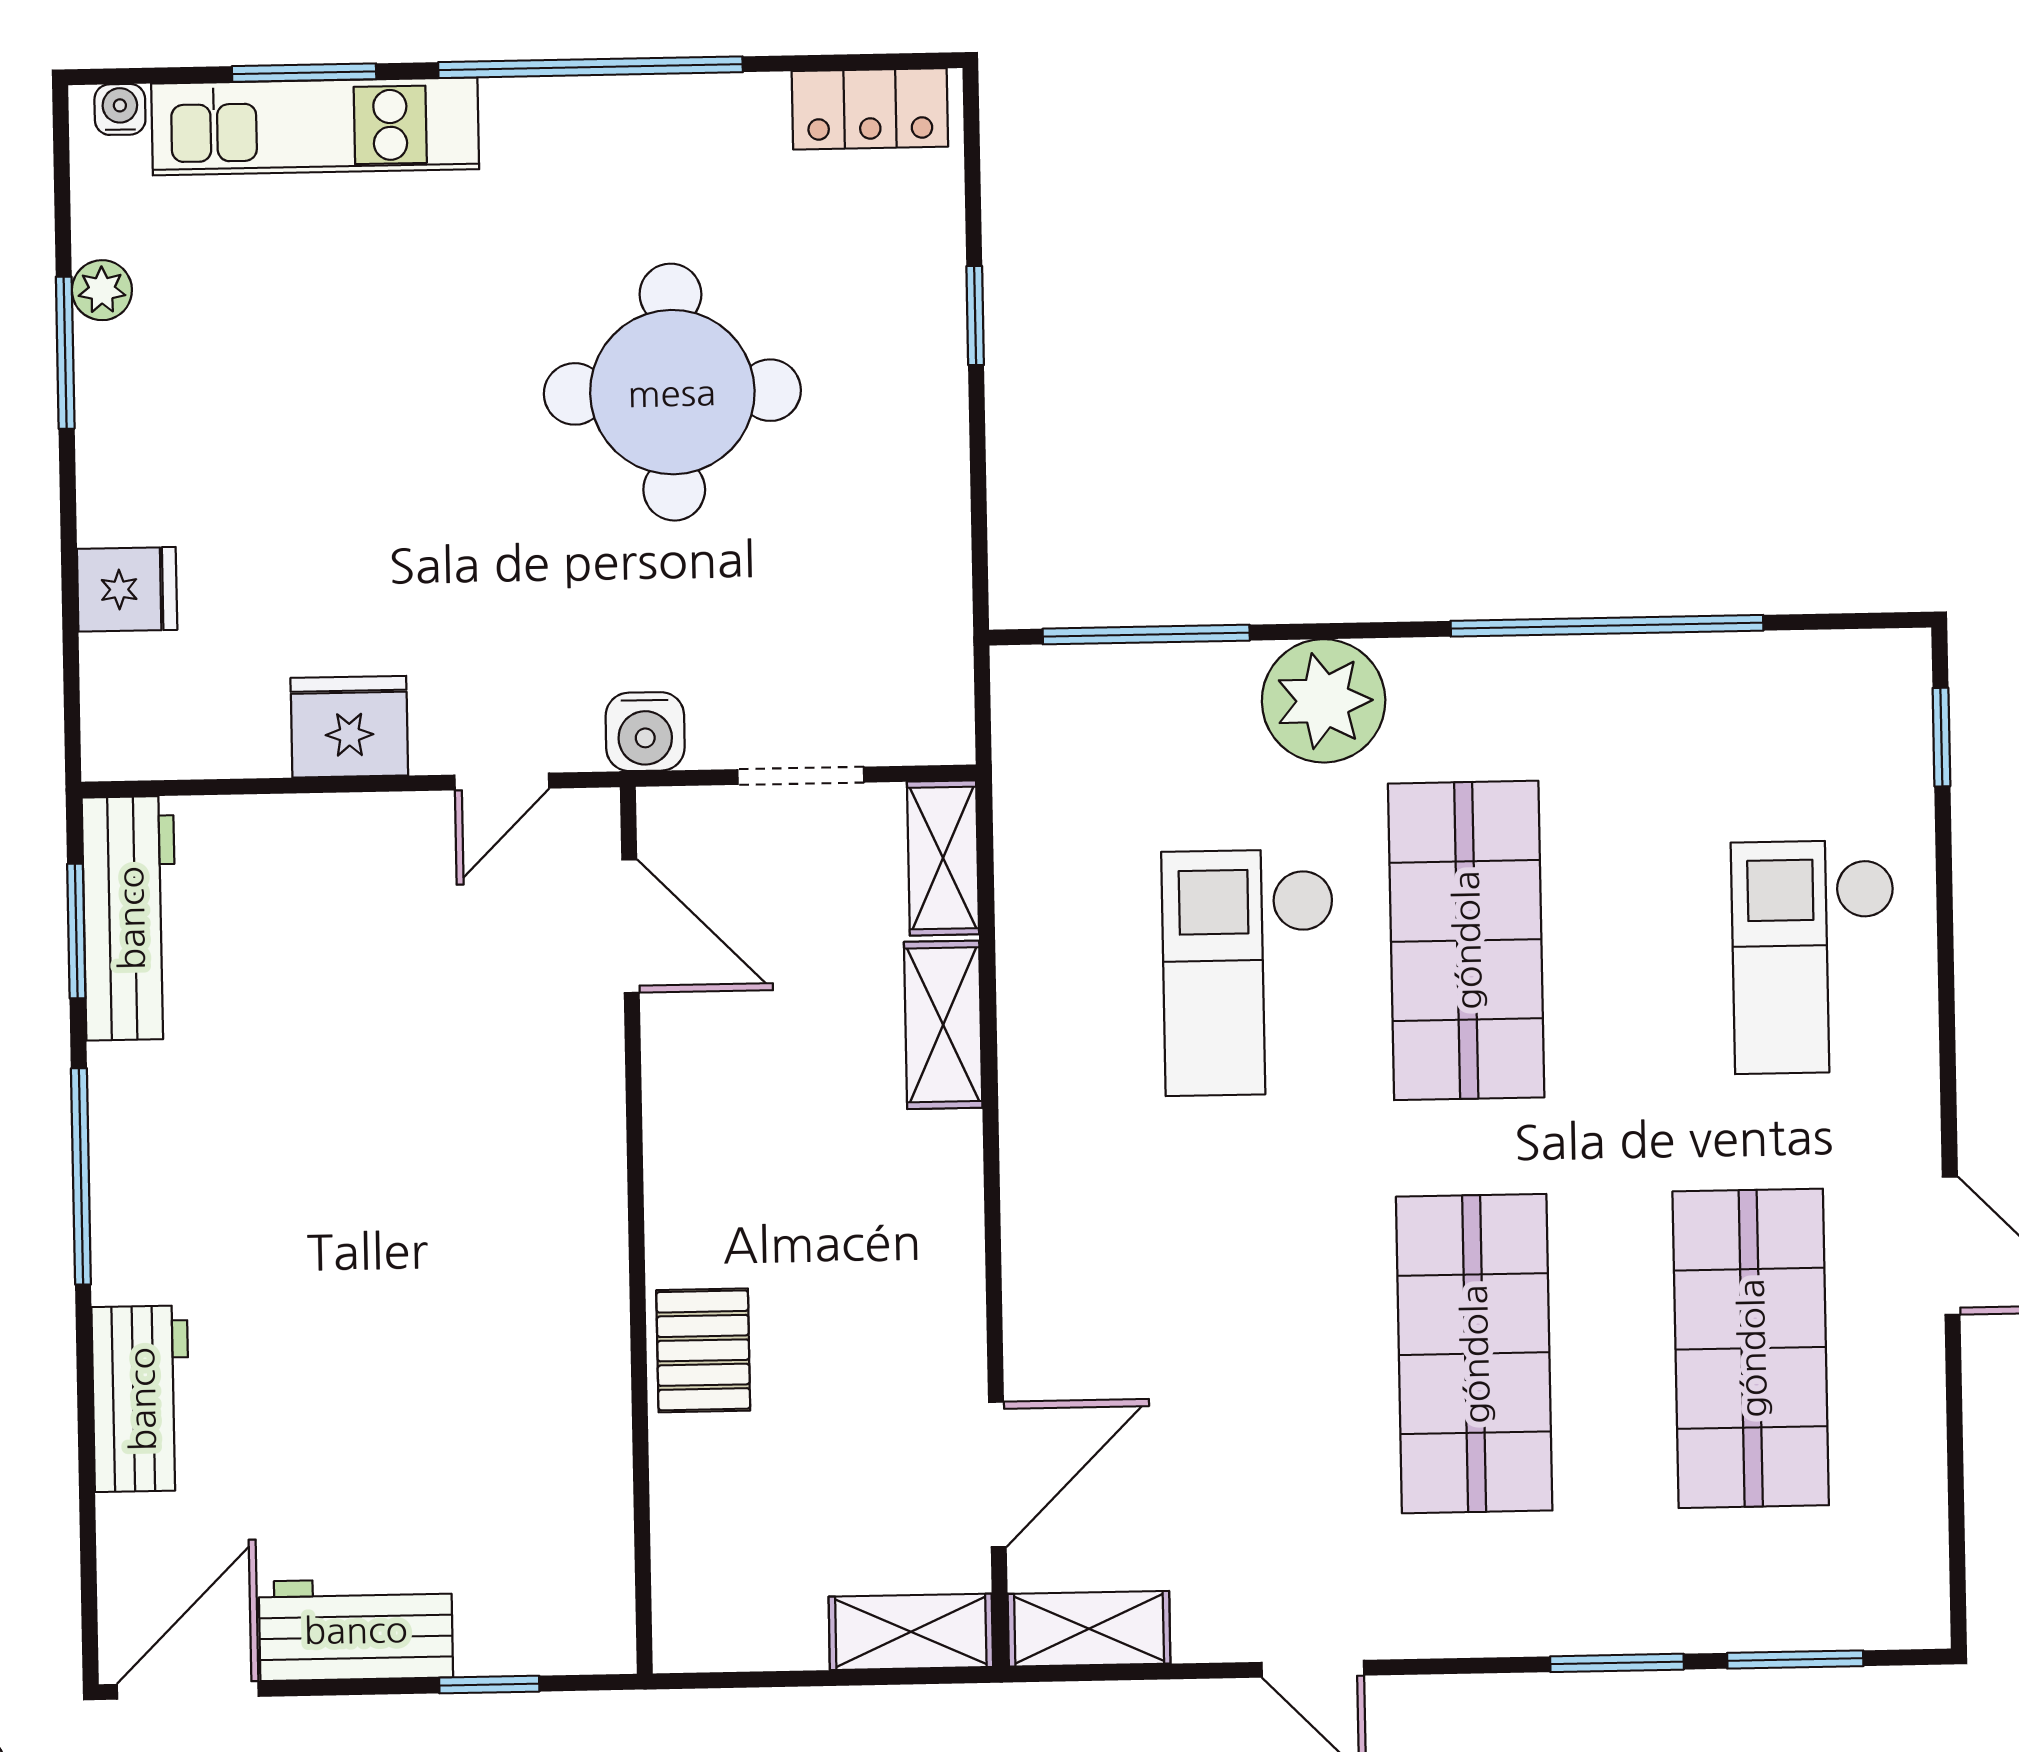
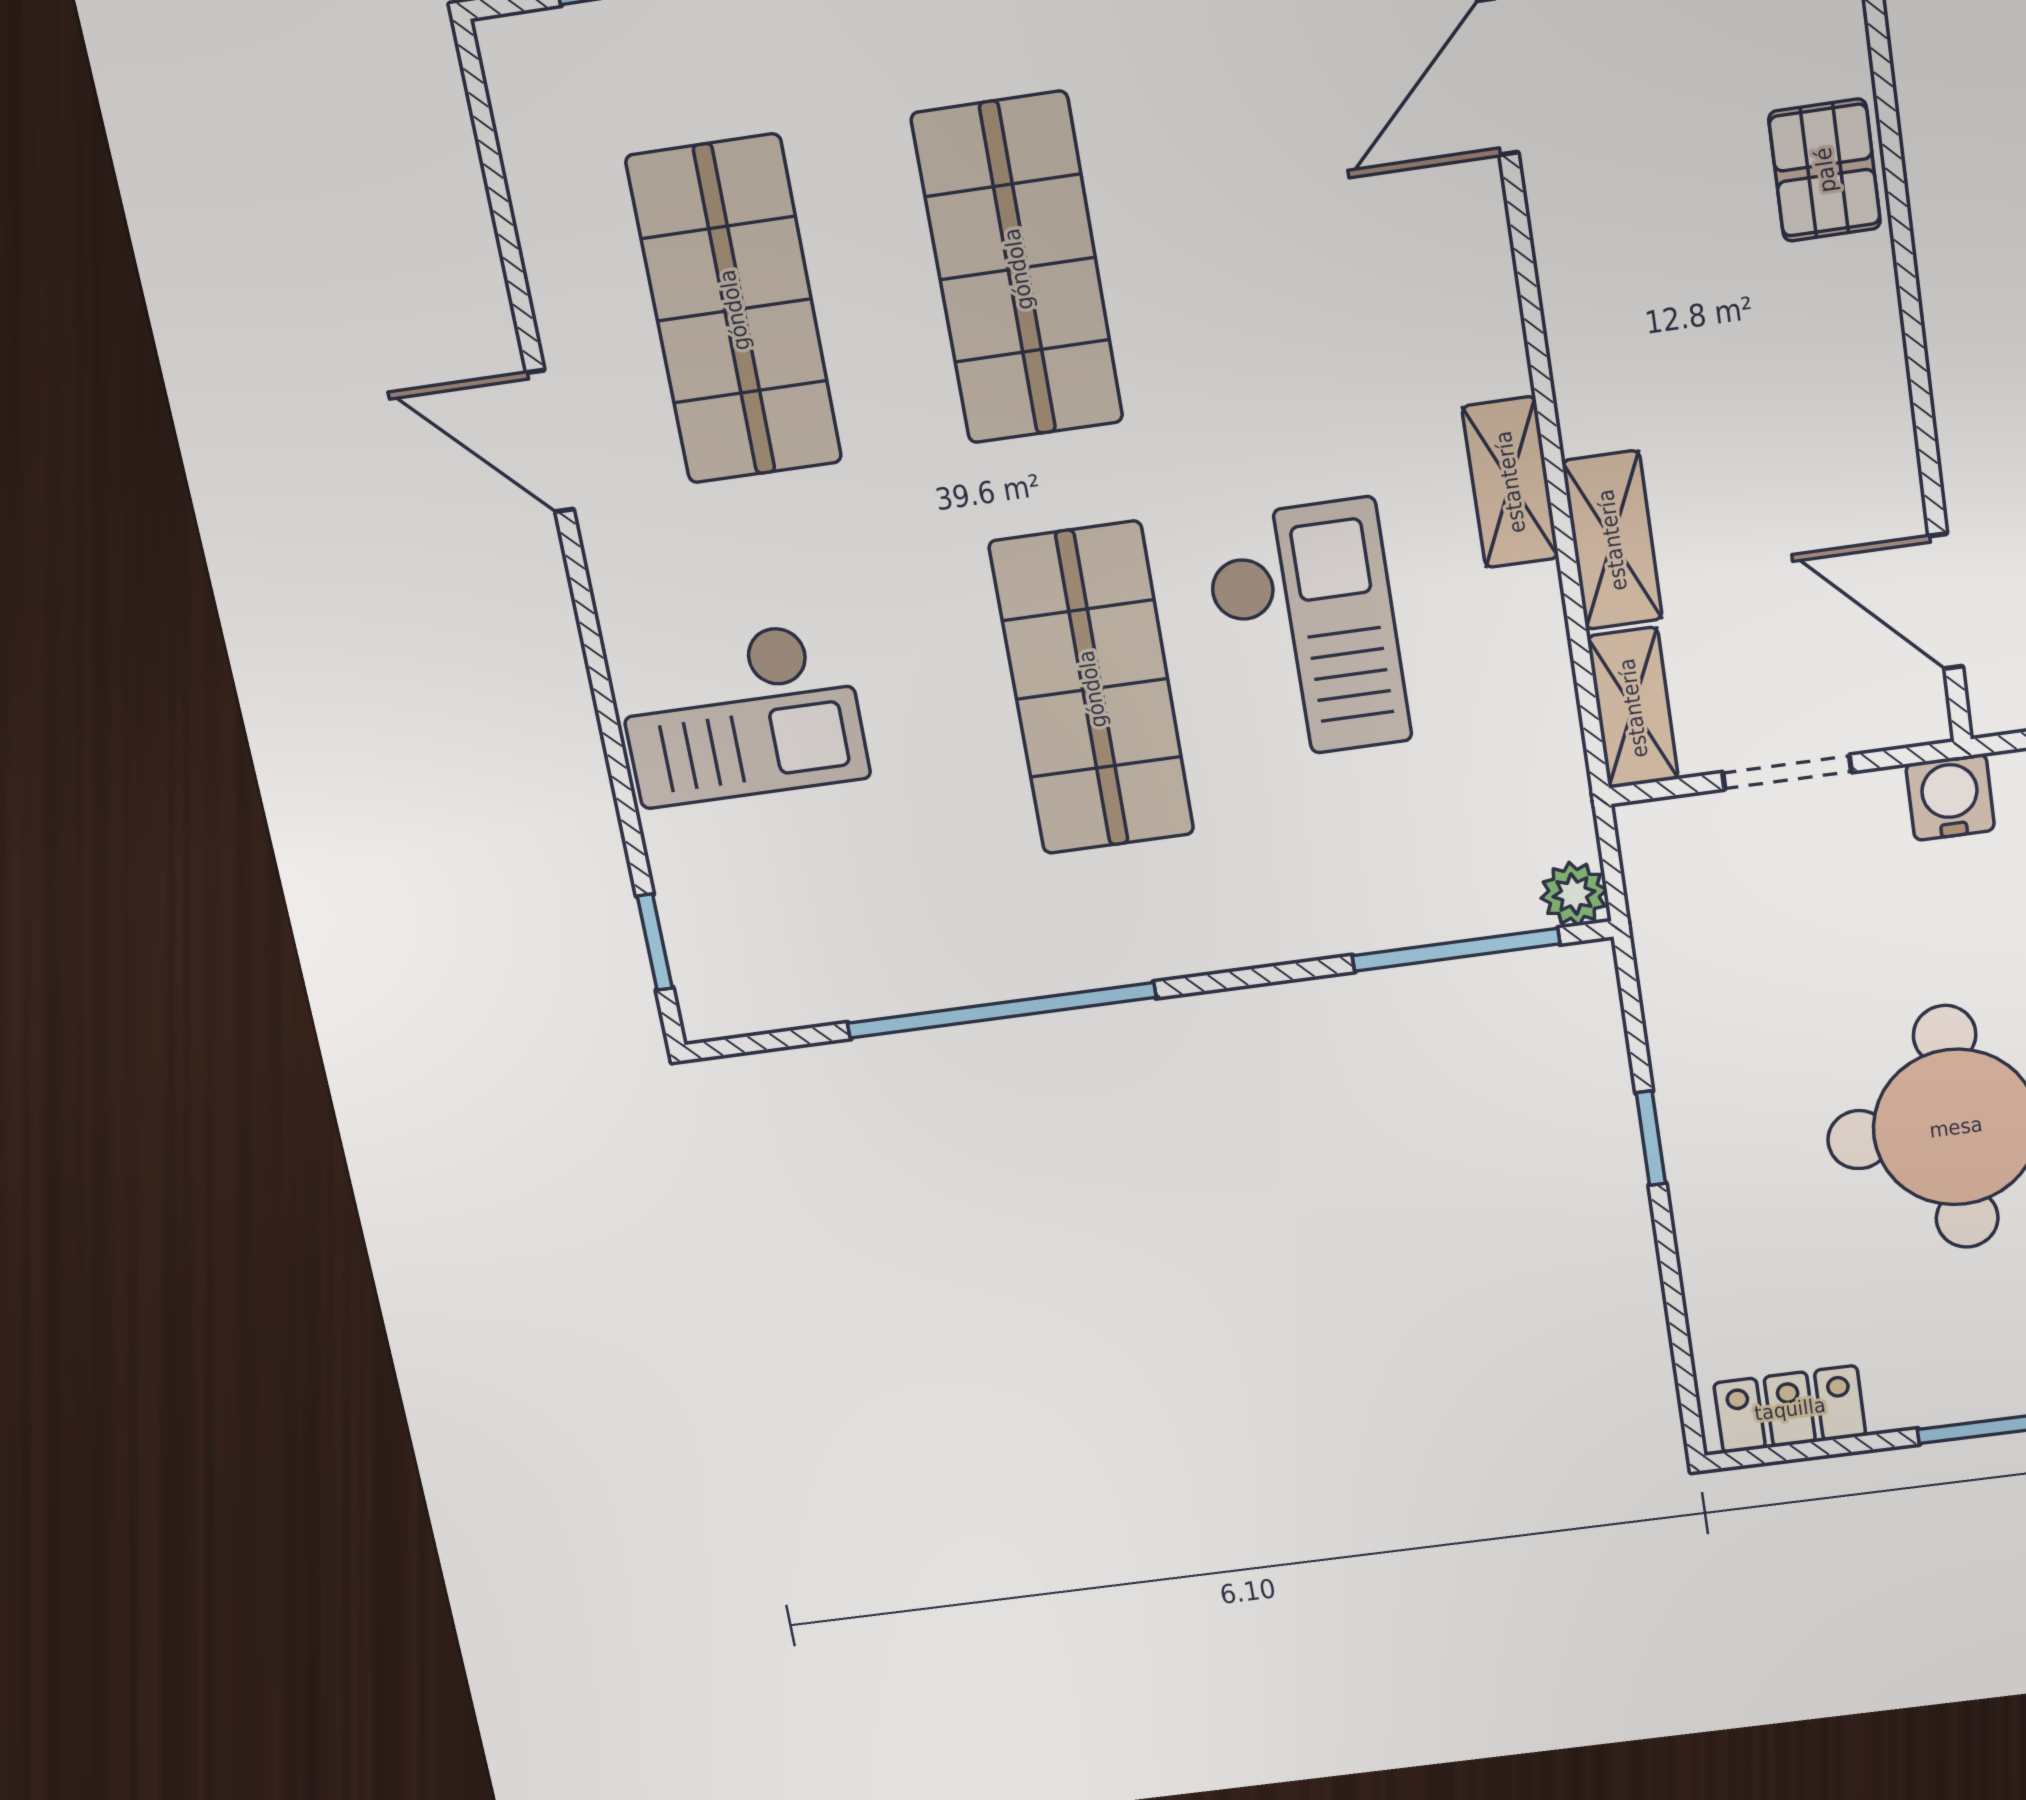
window: (975, 316) -> (1651, 1138), moved
plant: (1324, 701) -> (1574, 894), moved, width x0.53, depth x0.53
checkout: (1814, 957) -> (741, 714), turned 90
shelving: (1034, 1093) -> (1510, 482), added

